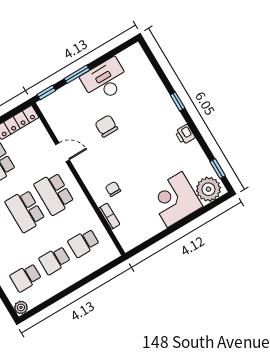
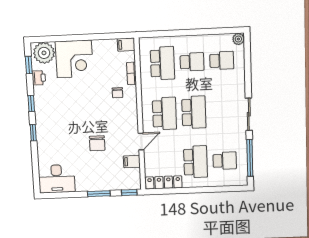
desk: (105, 80) -> (57, 179), moved
filing cabinet: (61, 126) -> (132, 162), added
window: (195, 131) -> (31, 103), added
printer: (185, 134) -> (39, 78), moved
door: (62, 152) -> (141, 141), swing flipped
filing cabinet: (130, 242) -> (126, 45), added
school desk: (84, 243) -> (162, 63), width x1.85

